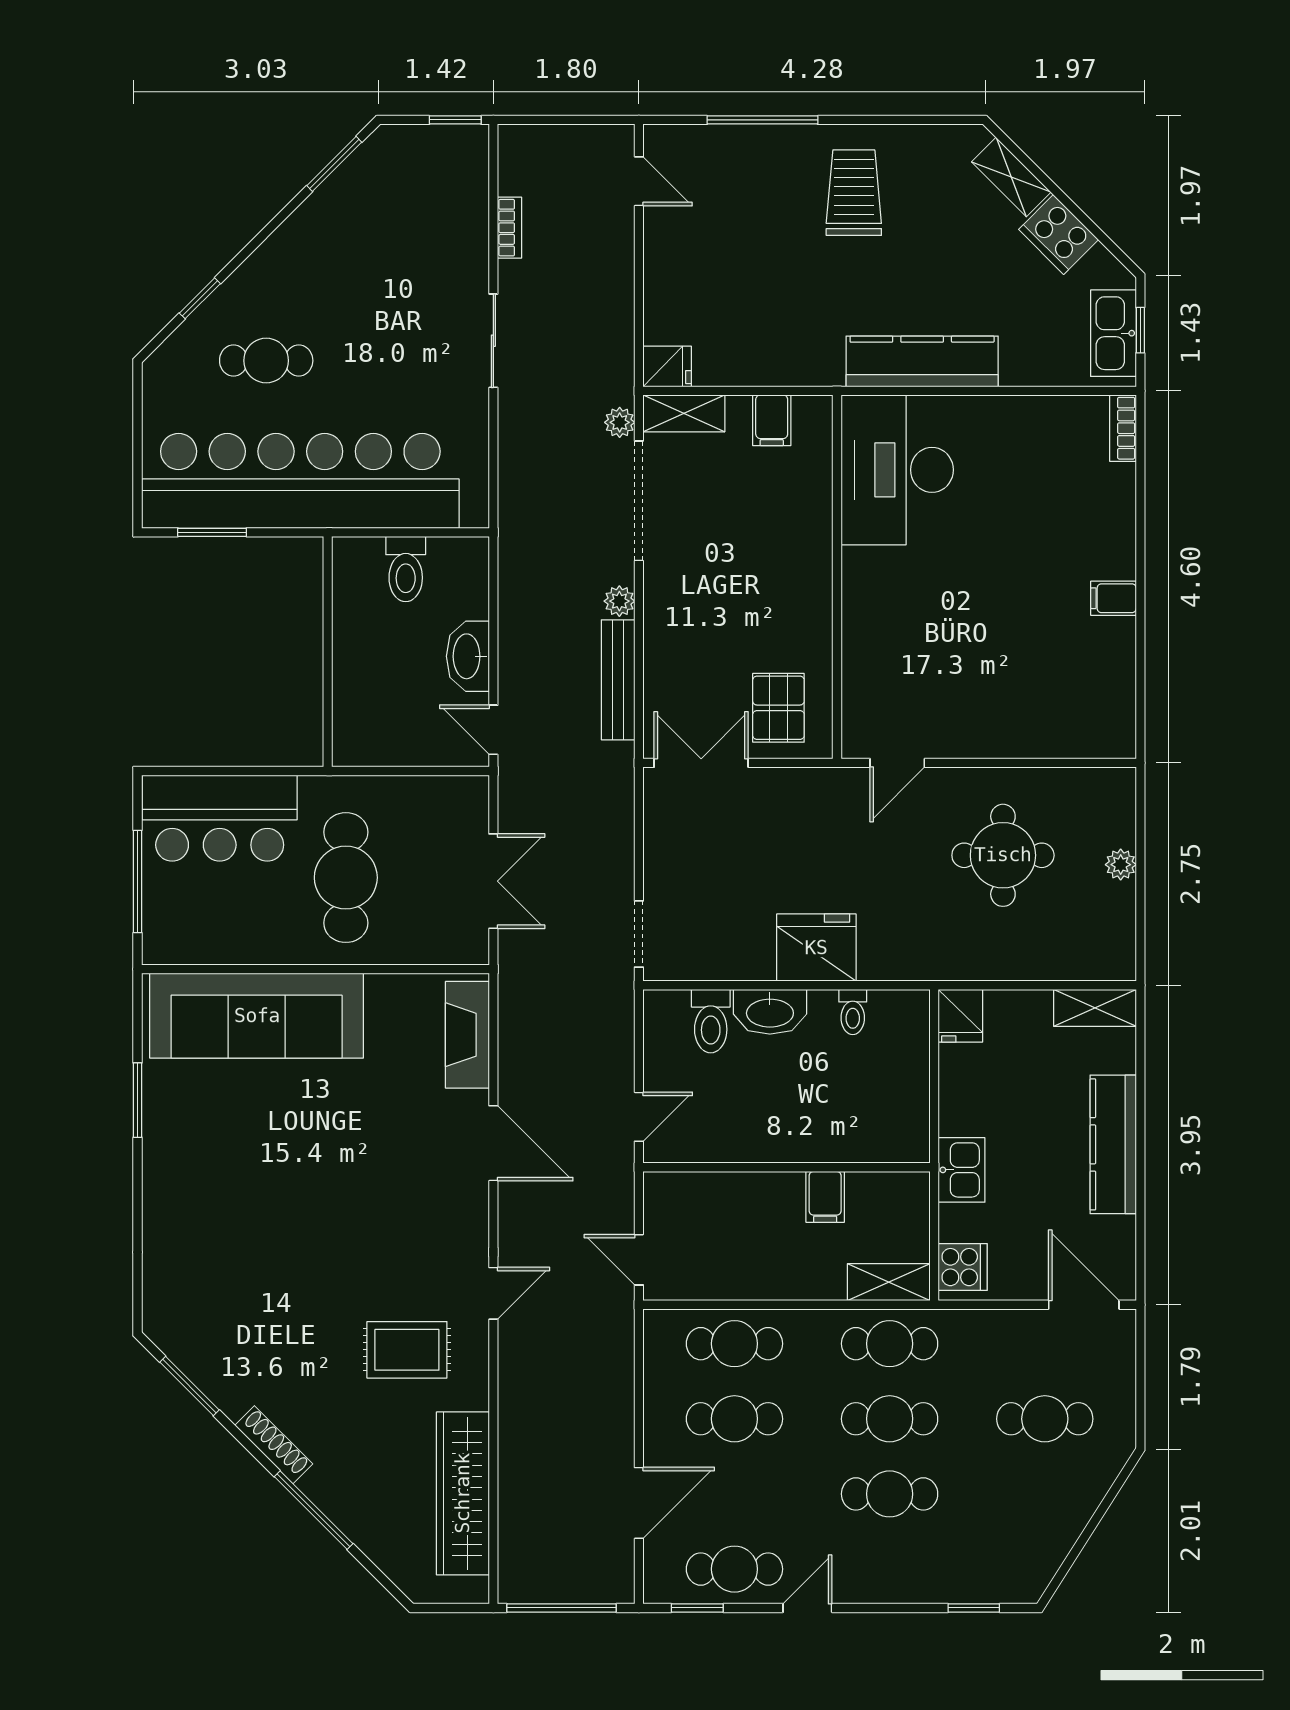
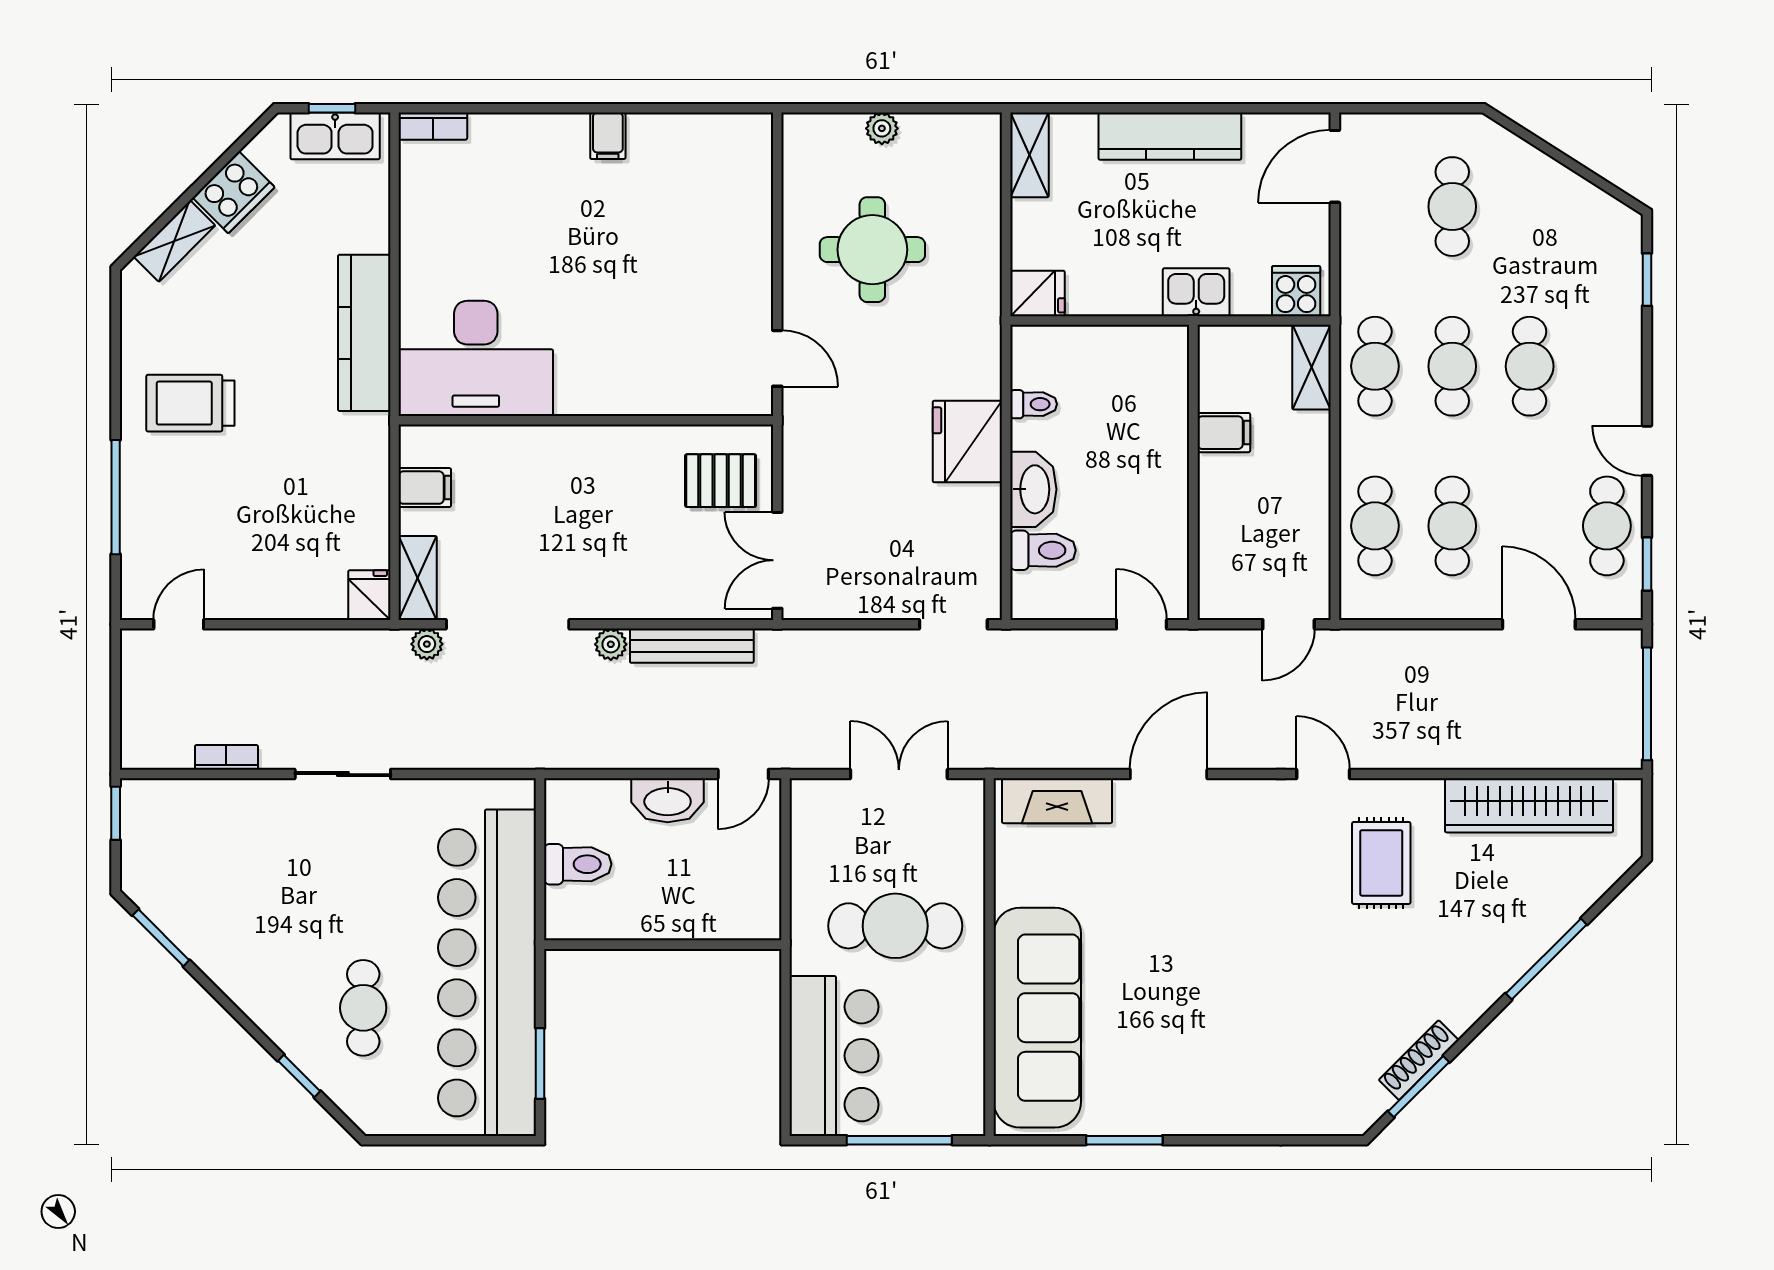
shoe rack: (274, 1445) -> (1419, 1060), moved

